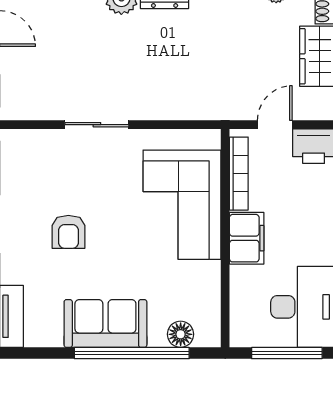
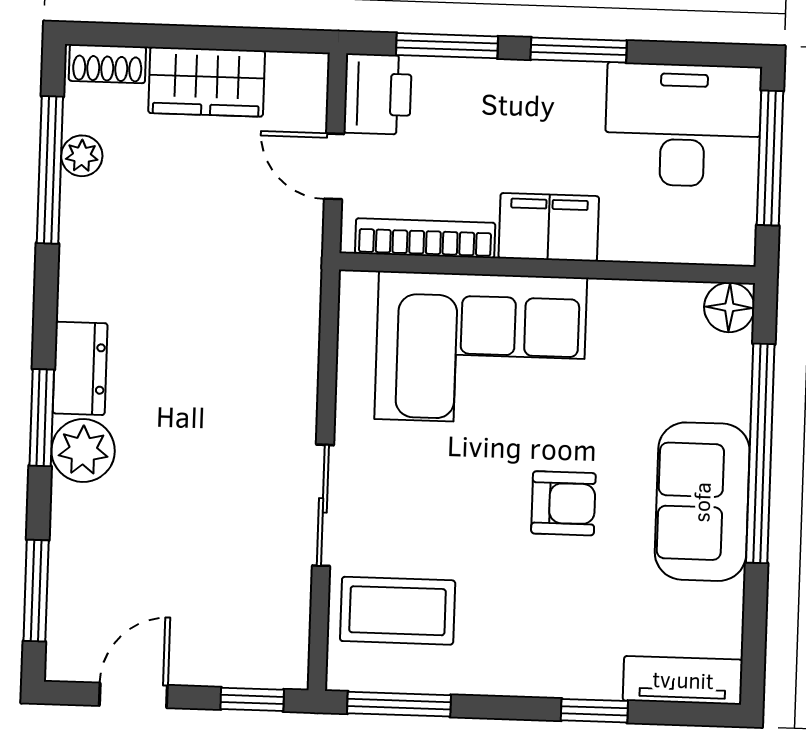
coffee table: (43, 166) -> (398, 611), added
armchair: (68, 232) -> (563, 503), moved
floor lamp: (181, 334) -> (729, 307), moved

